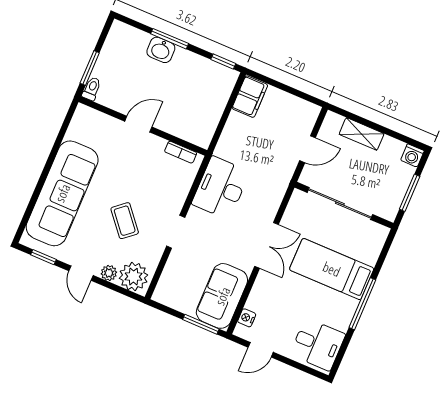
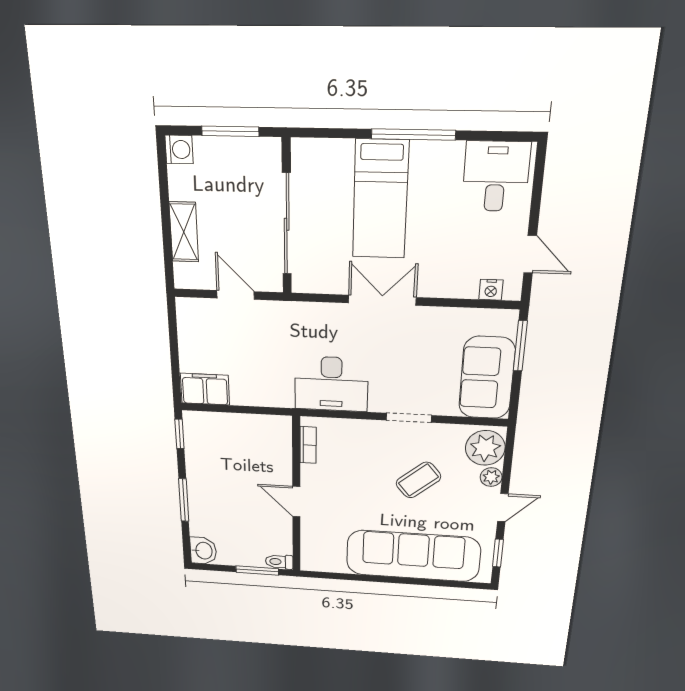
washbasin: (161, 50) -> (203, 551), moved
sofa: (222, 296) -> (487, 378), moved, turned 90

